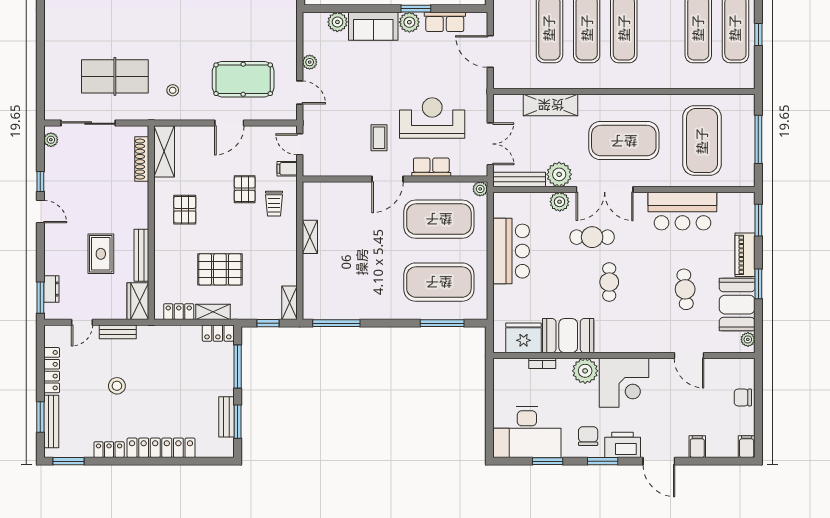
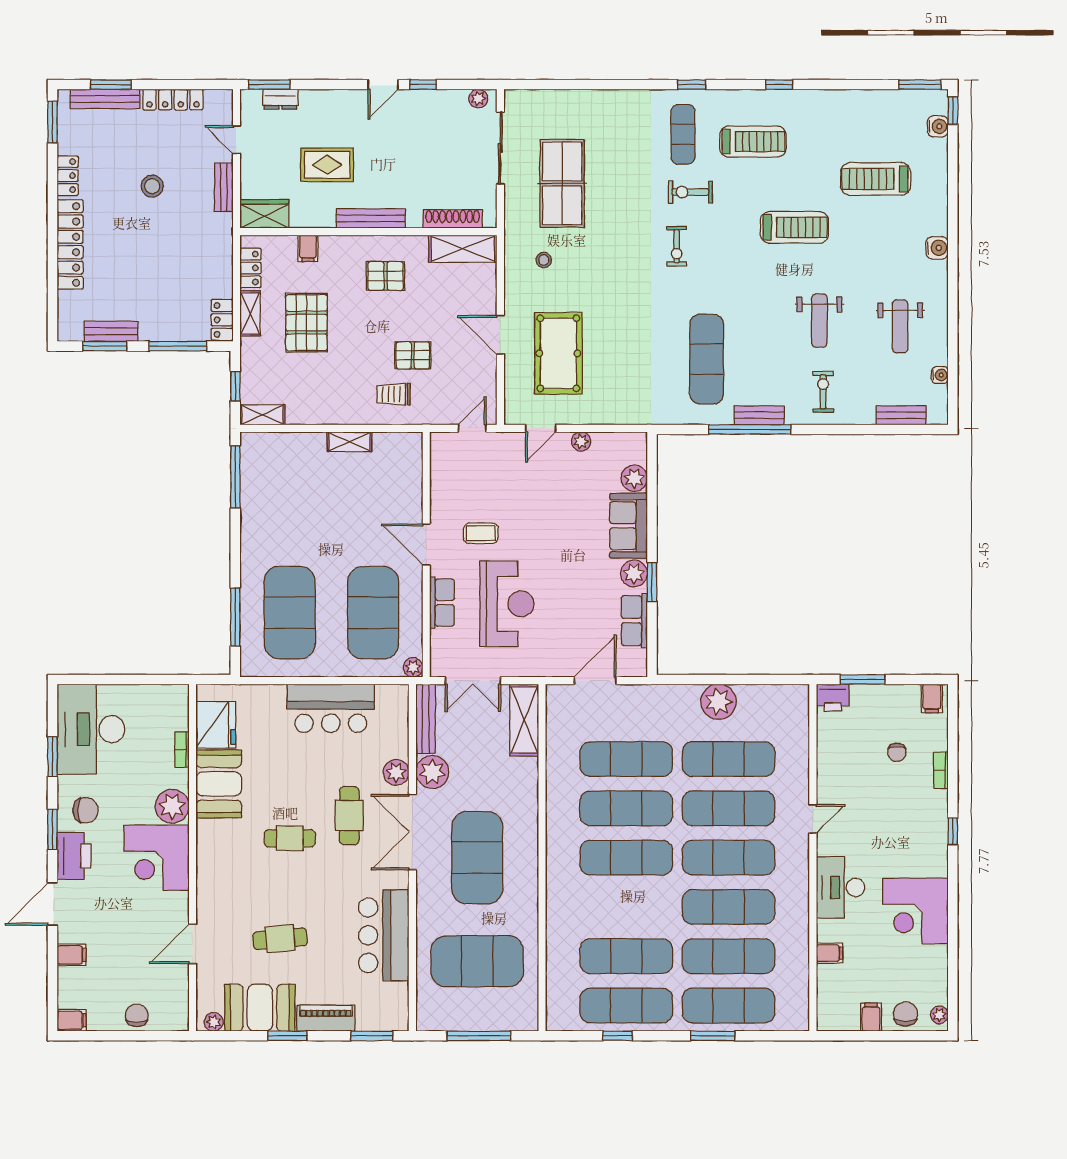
shelving: (551, 105) -> (524, 720), moved
filing cabinet: (287, 169) -> (308, 248), moved, turned 180
bench: (141, 255) -> (371, 218), moved

